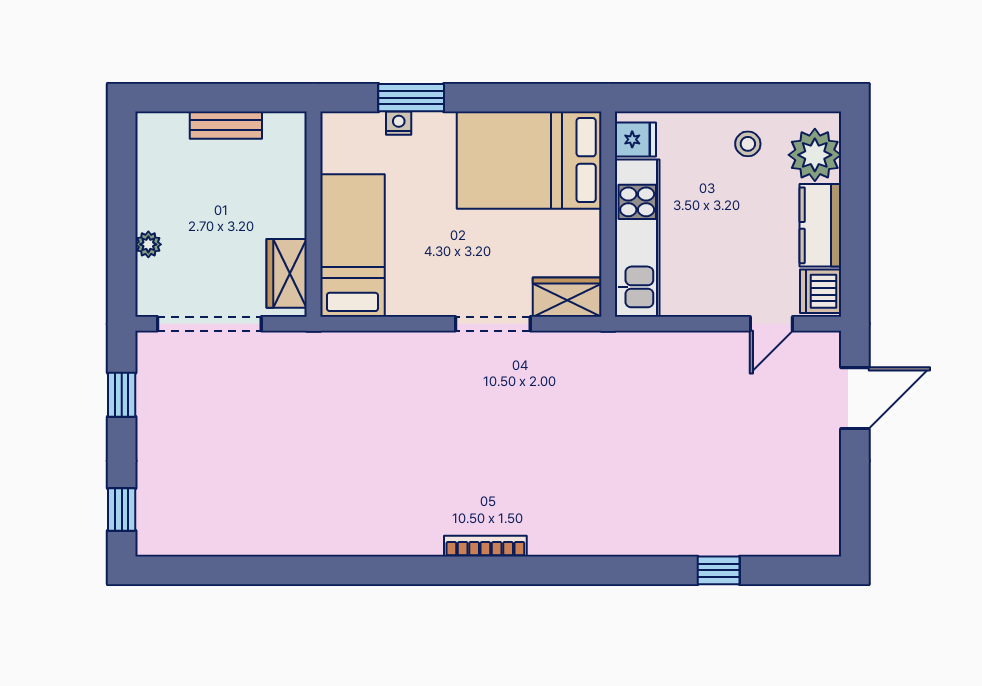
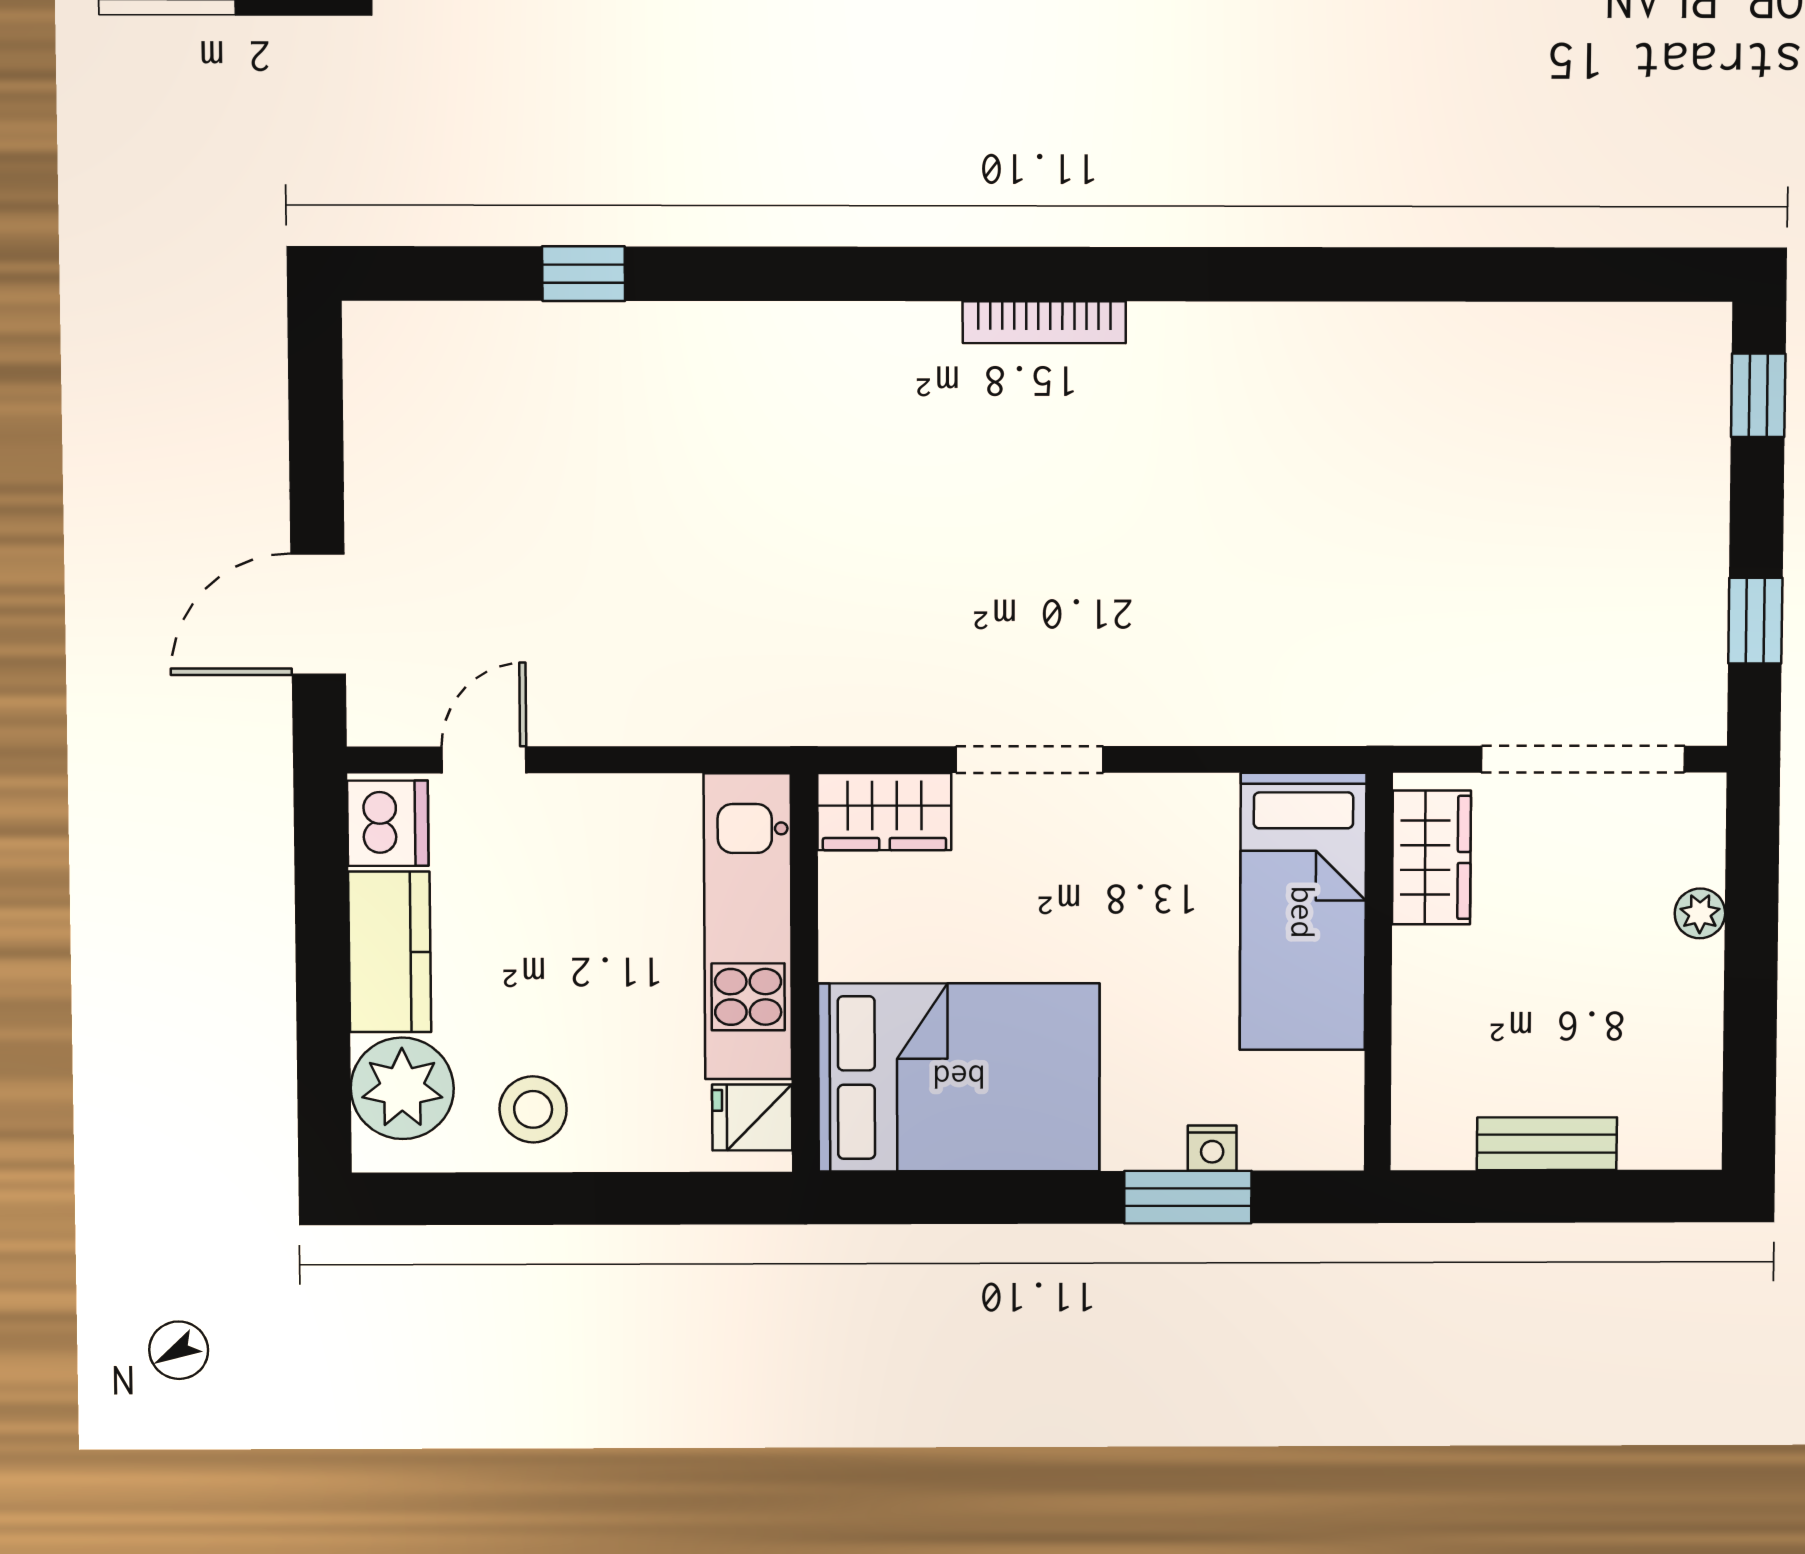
stool: (748, 144) -> (533, 1109), width x1.37, depth x1.37

